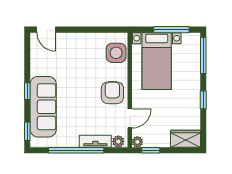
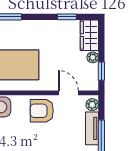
window: (203, 100) -> (67, 17), moved
plant: (137, 142) -> (93, 57), moved

